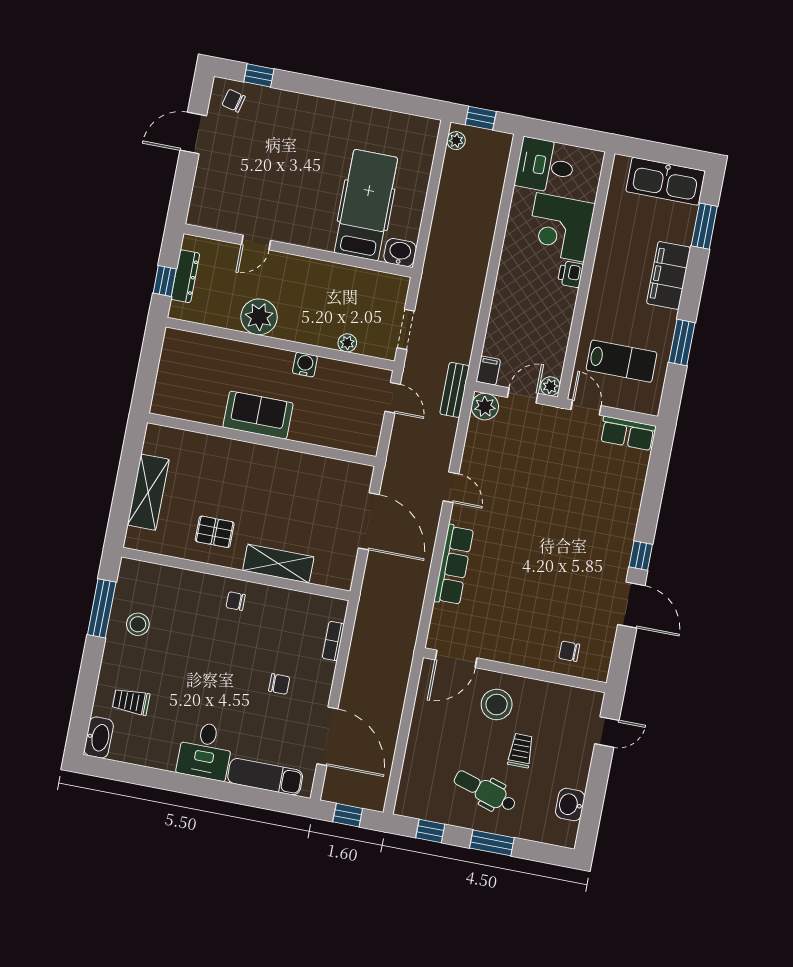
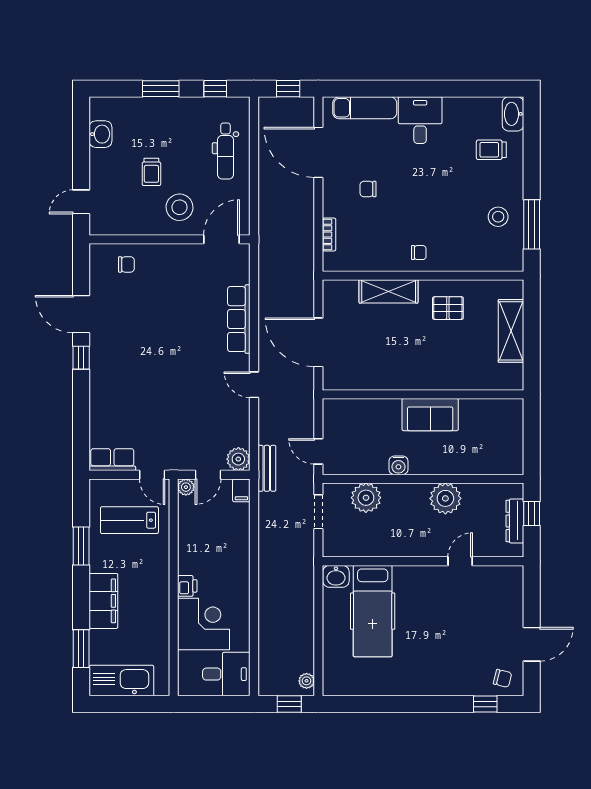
plant: (347, 343) -> (366, 498), width x1.88, depth x1.88
trolley: (131, 702) -> (491, 150), turned 180
dental chair: (485, 791) -> (226, 151), moved, turned 73

